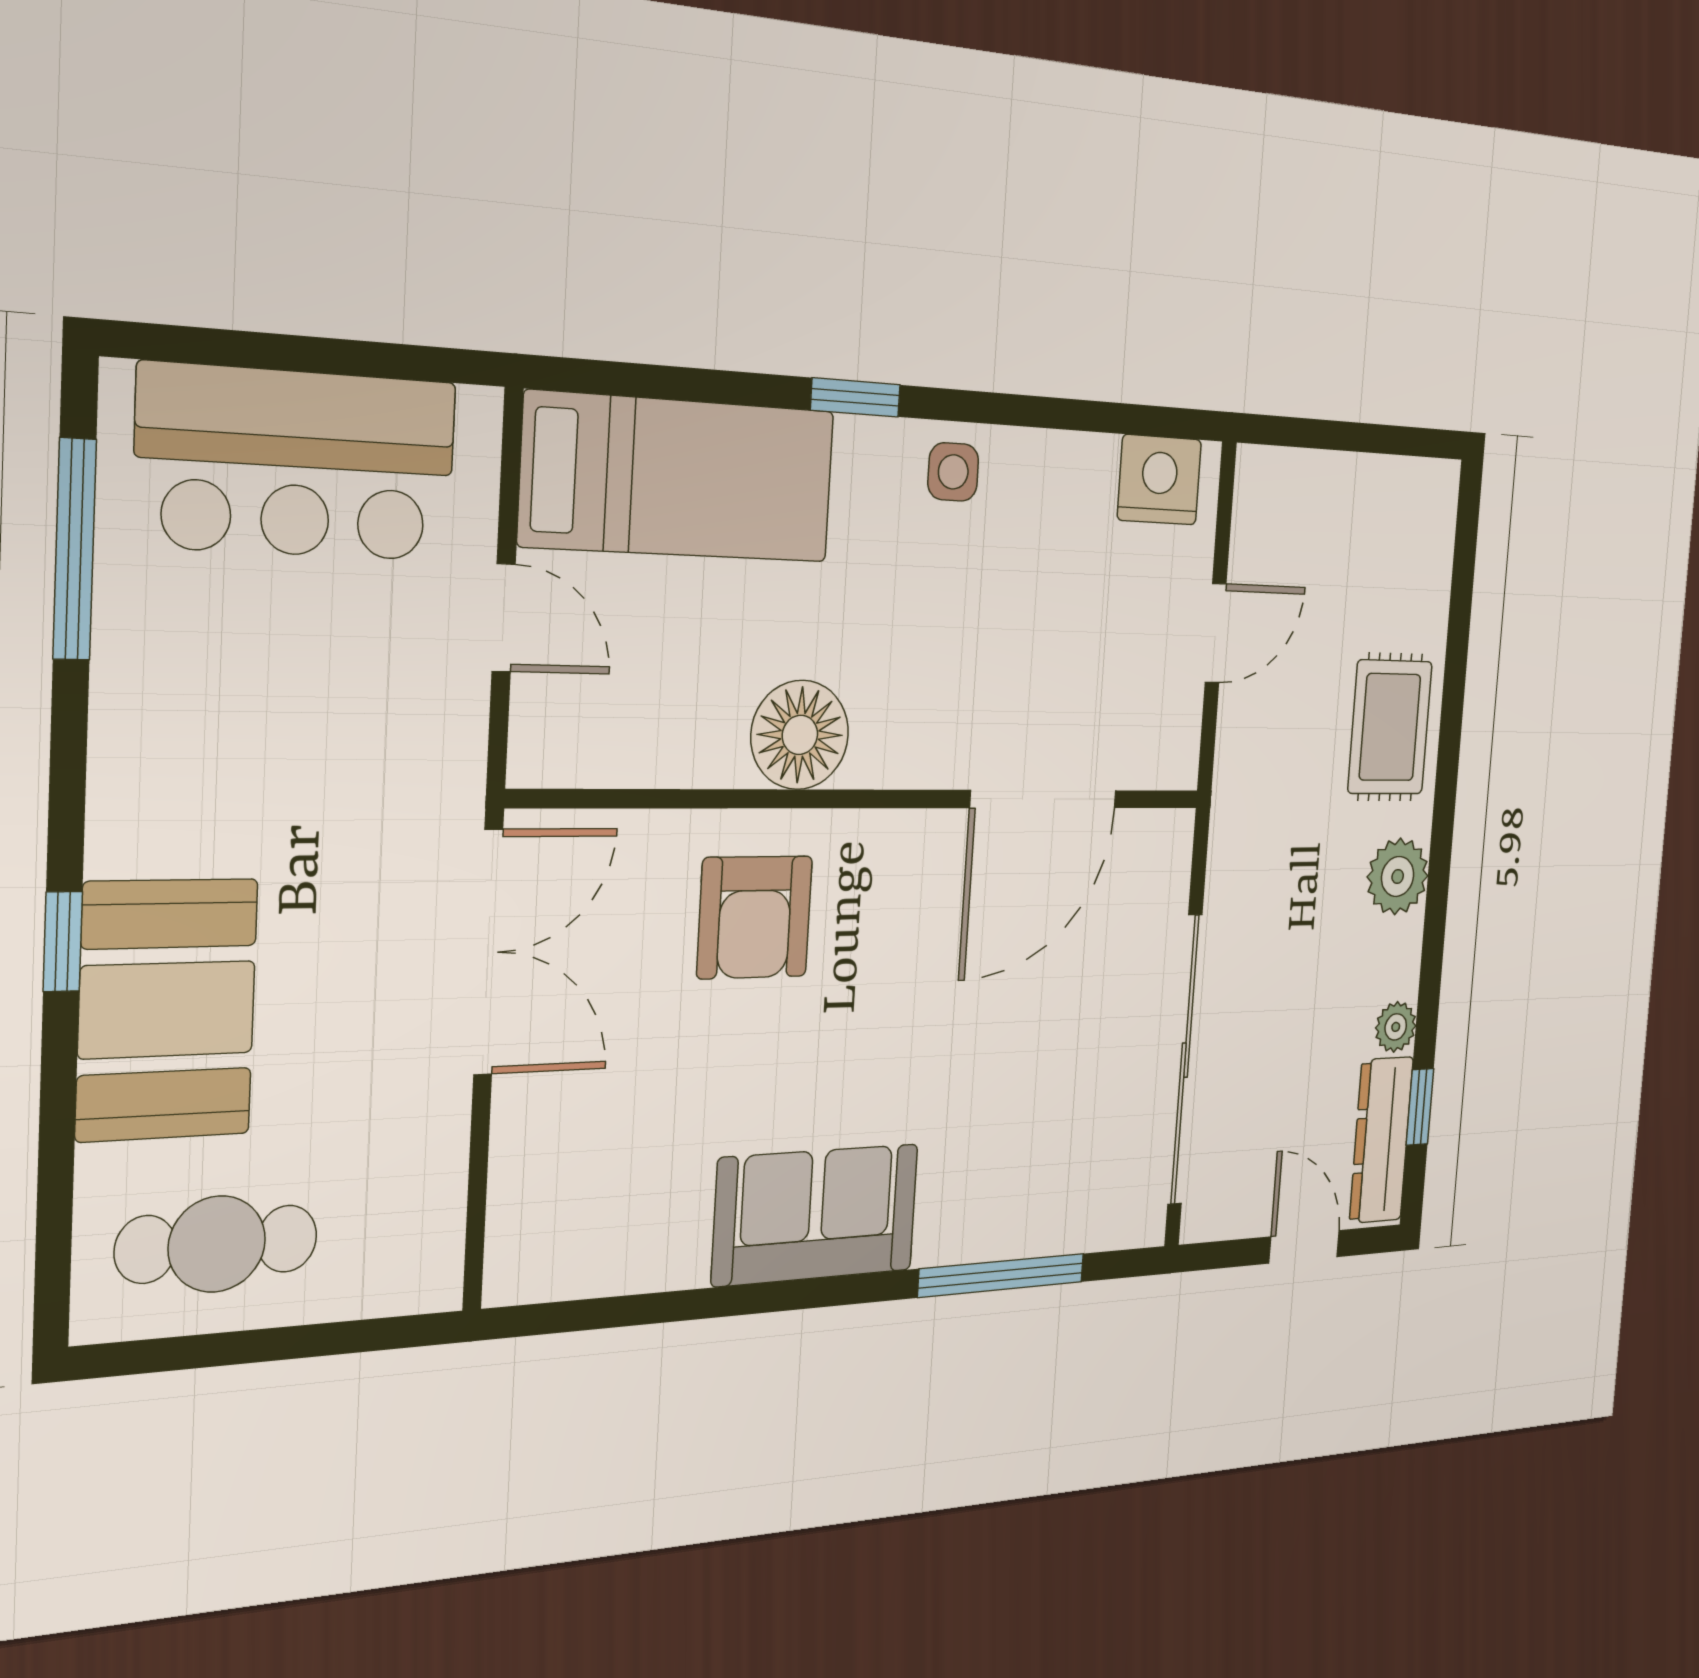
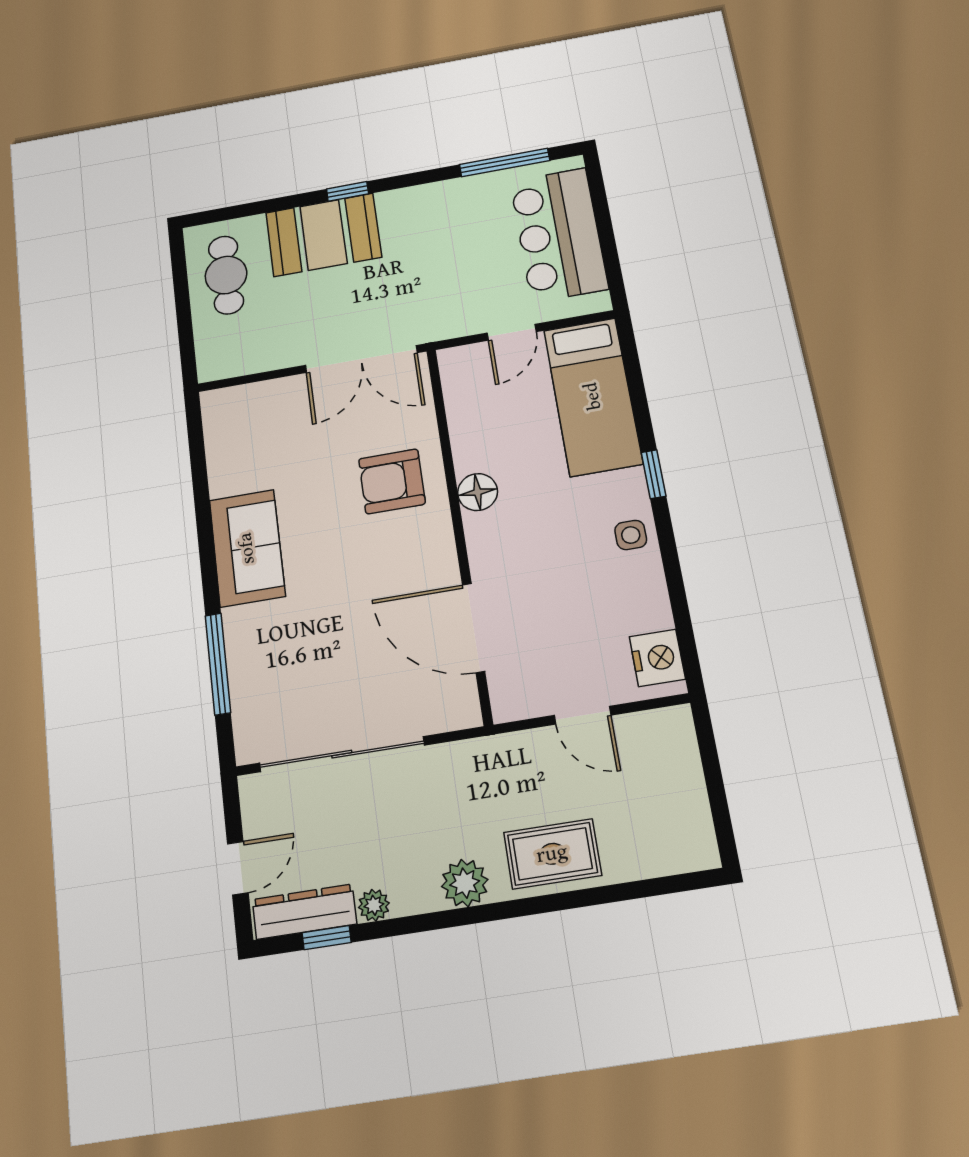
floor lamp: (800, 735) -> (478, 492), width x0.73, depth x0.73

